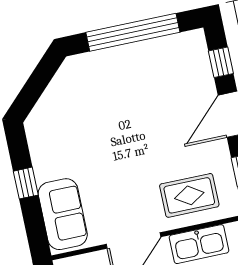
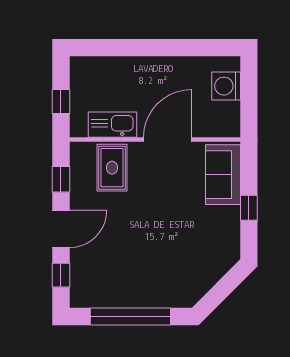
rug: (189, 195) -> (112, 168), turned 90

